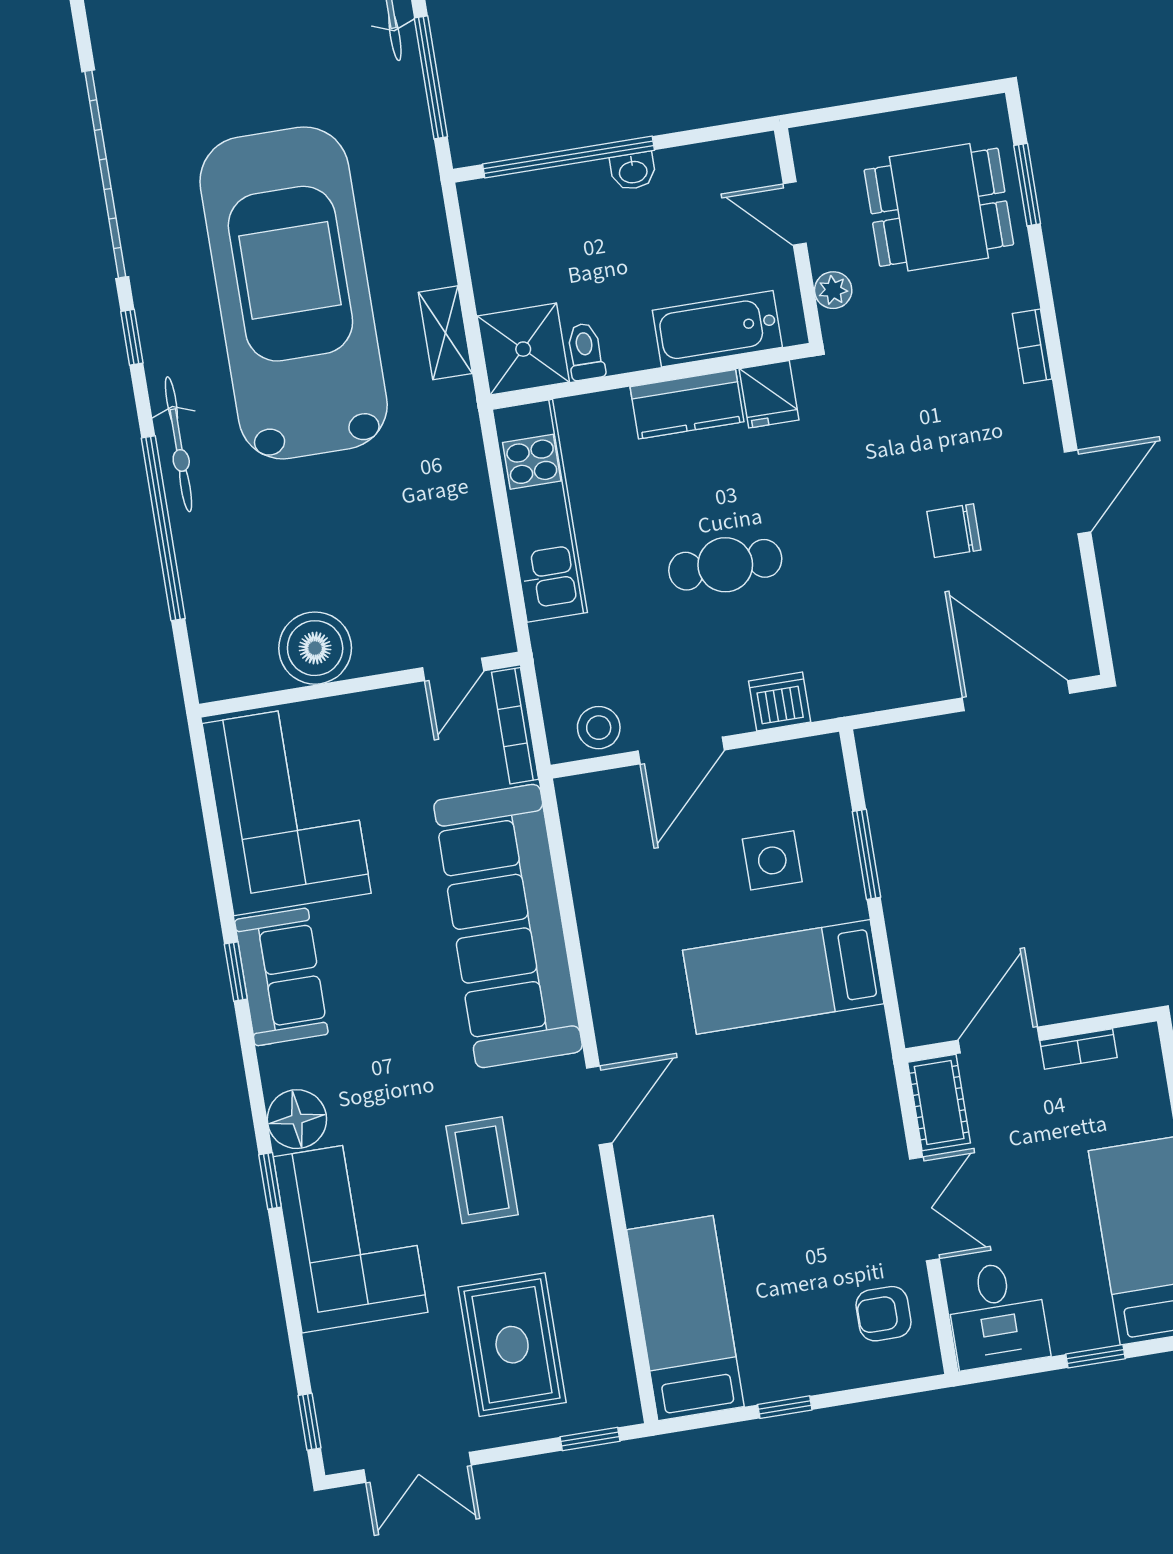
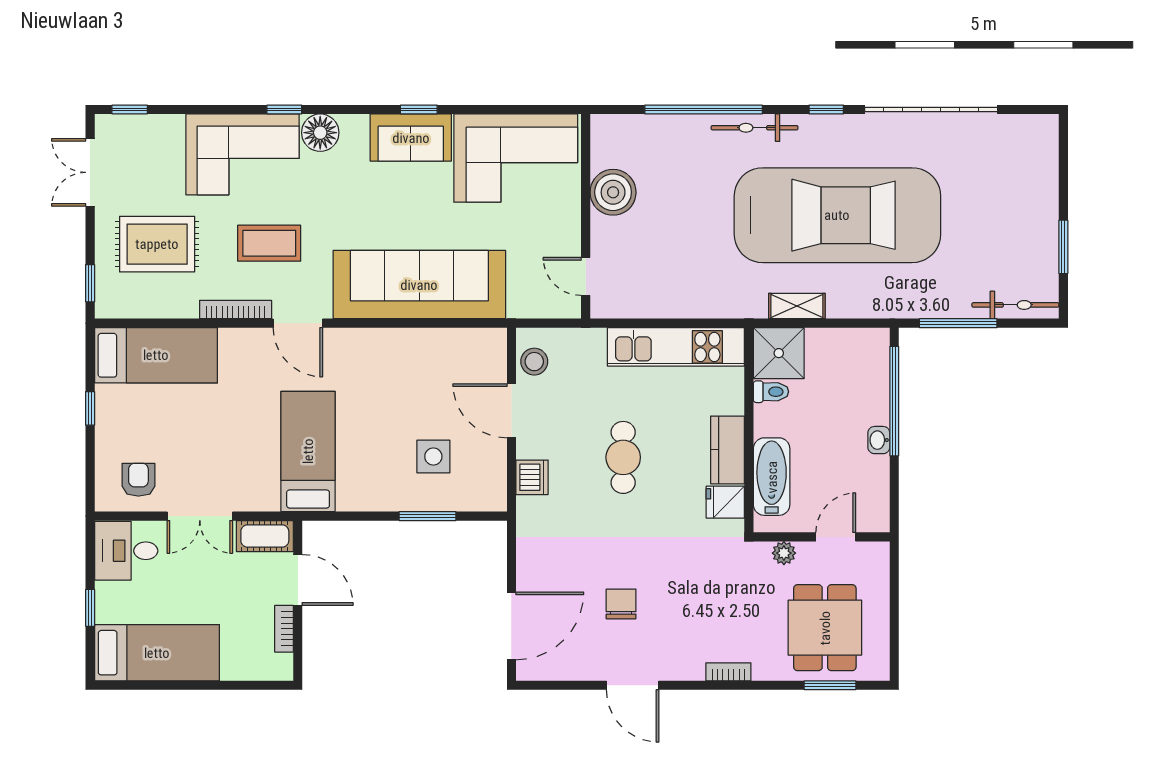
bookcase: (515, 726) -> (236, 310), moved
bed: (783, 977) -> (308, 451), moved

